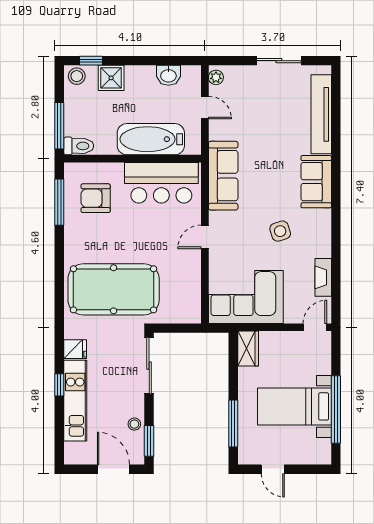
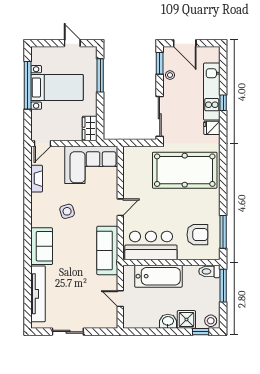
washbasin: (168, 75) -> (168, 321), moved
plant: (216, 77) -> (112, 320), removed

